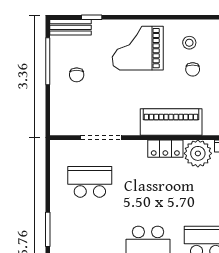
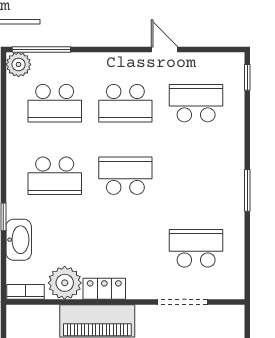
school desk: (90, 182) -> (196, 248), turned 180

